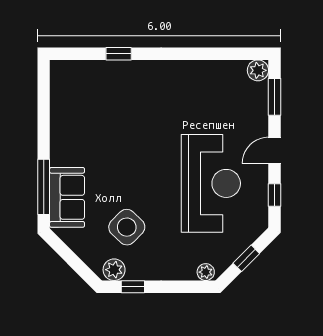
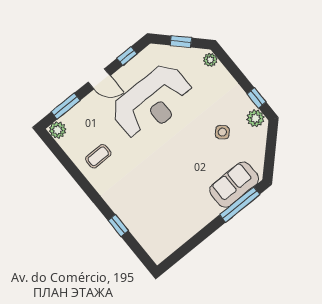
coffee table: (201, 89) -> (98, 156), added
reception desk: (211, 183) -> (152, 102), turned 180
side table: (127, 227) -> (222, 132), width x0.54, depth x0.54

